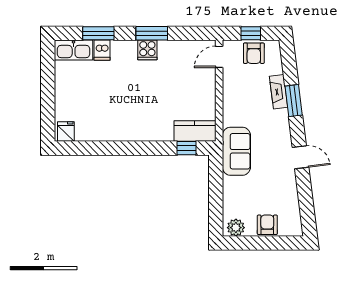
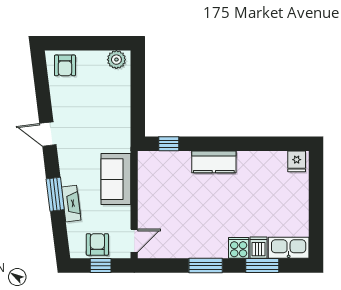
cooker: (147, 50) -> (239, 248), moved
kitchen counter: (195, 131) -> (214, 162), moved
sofa: (236, 151) -> (116, 179), moved
armchair: (267, 225) -> (65, 65), moved

